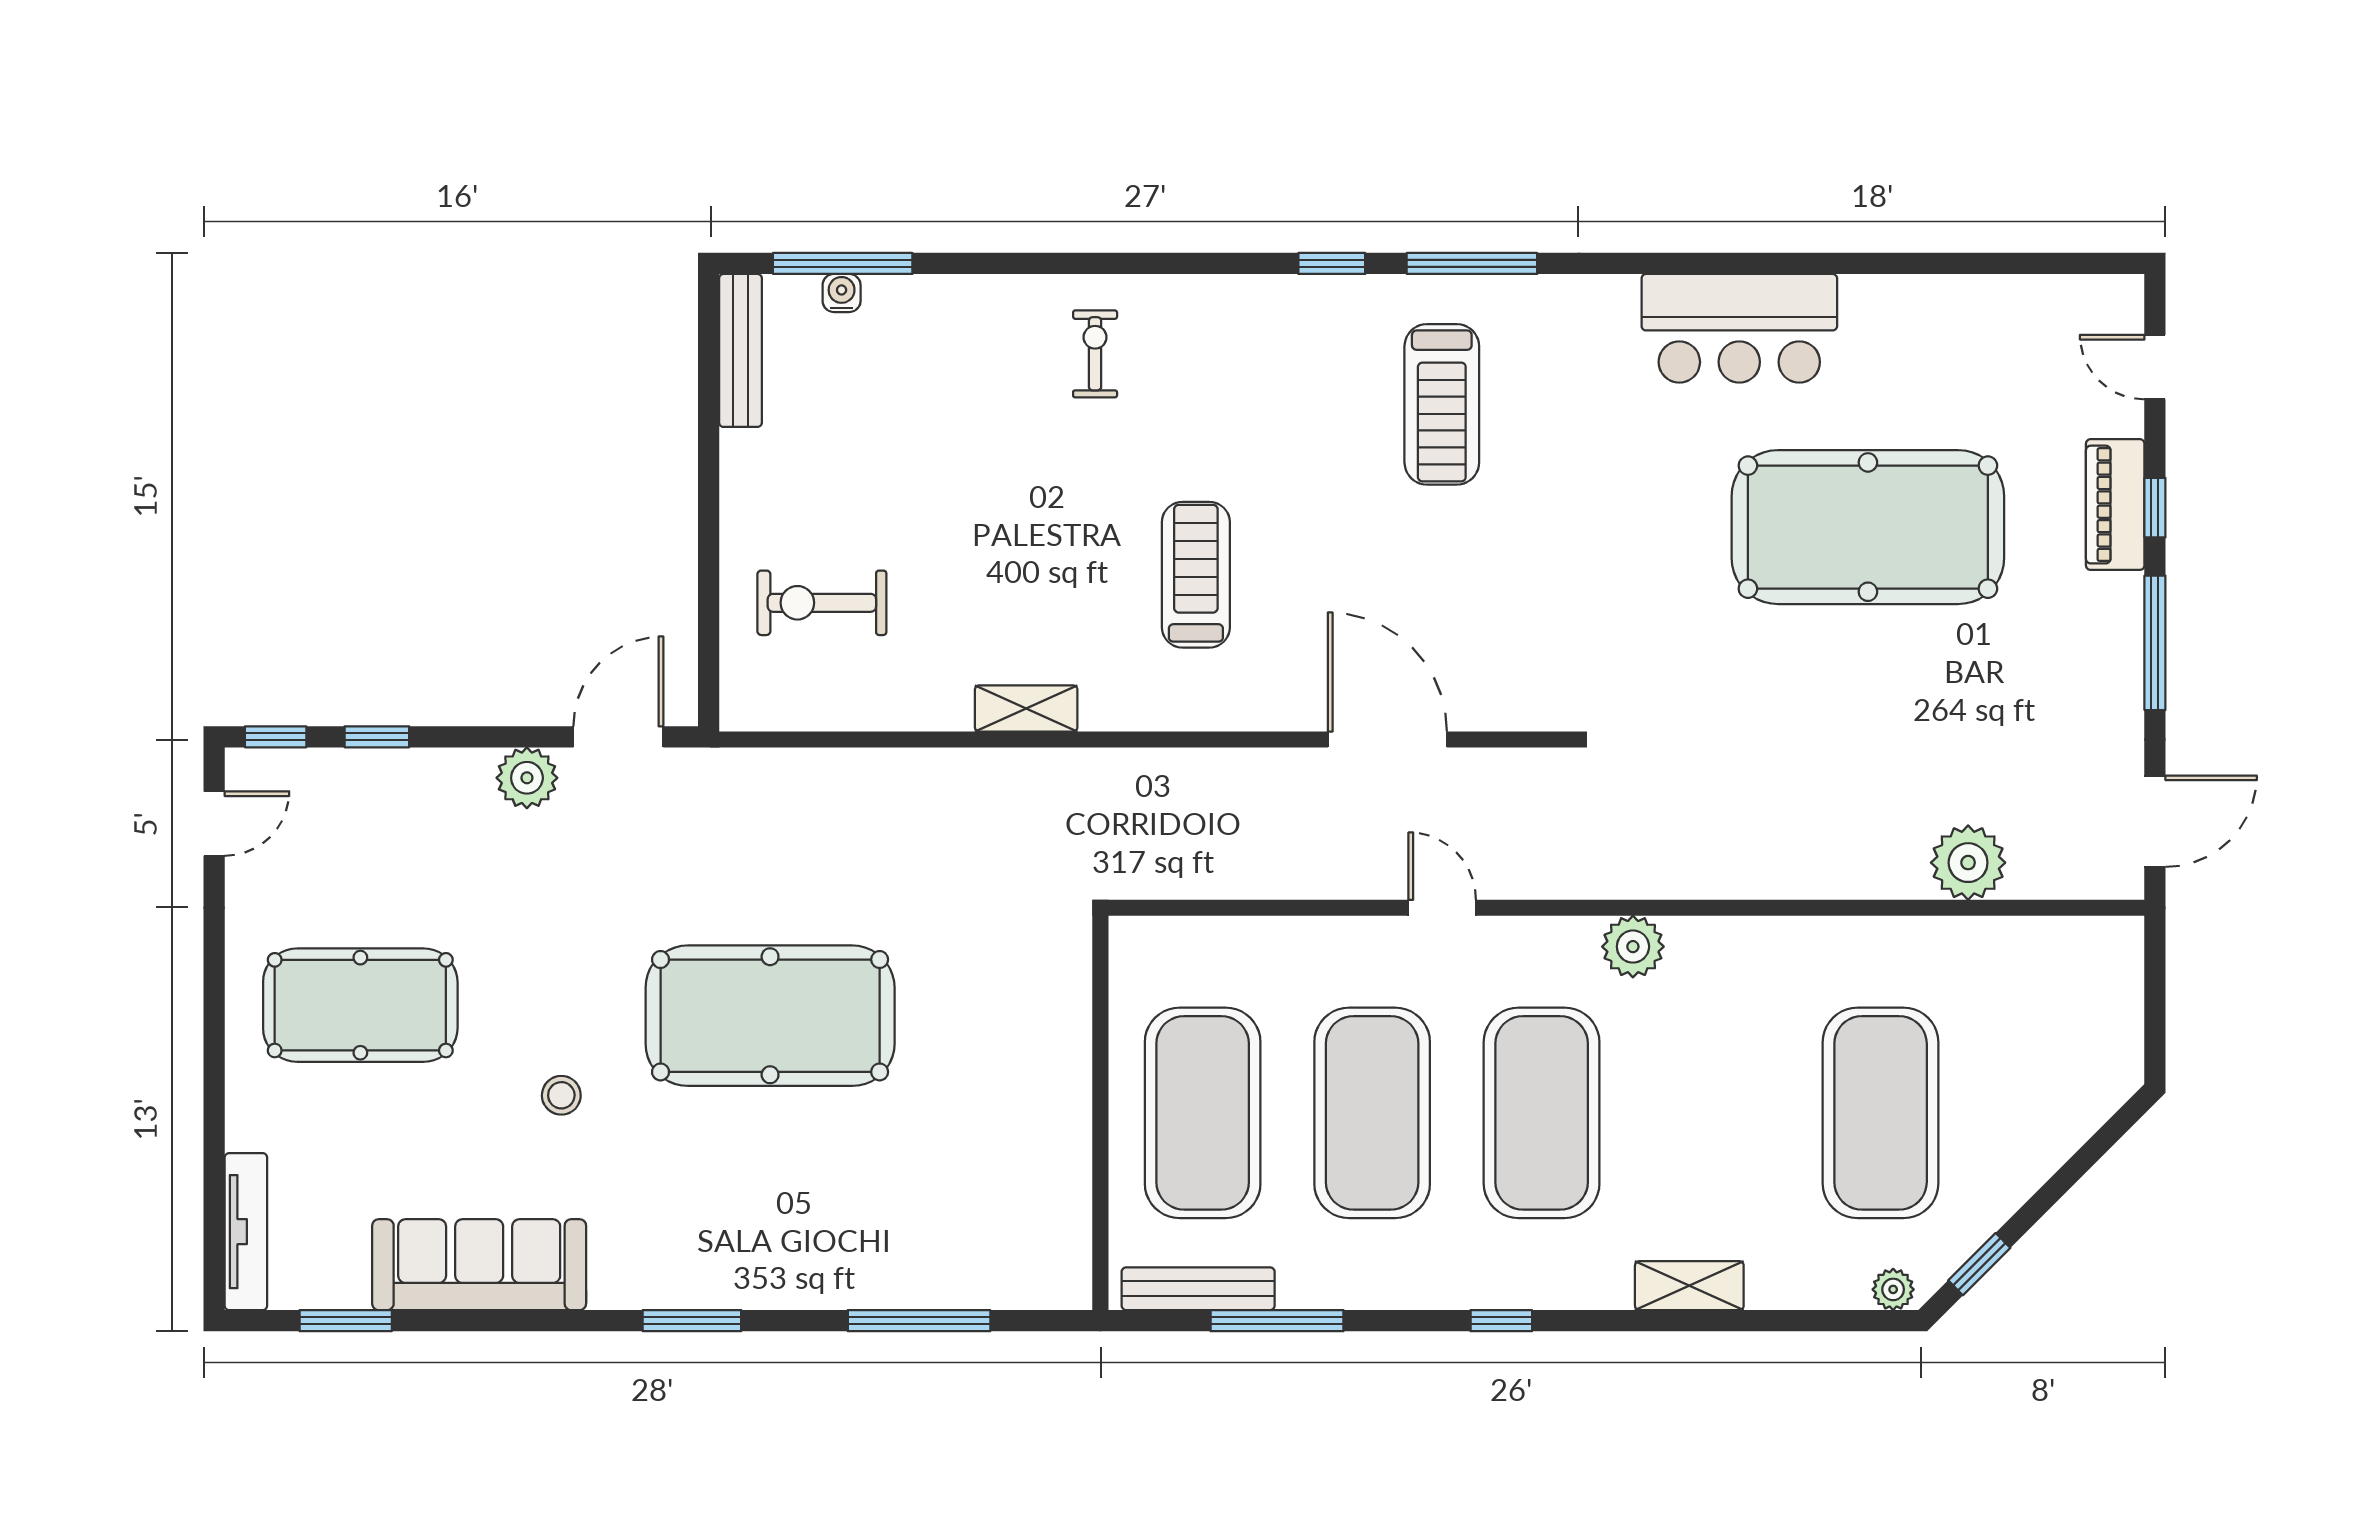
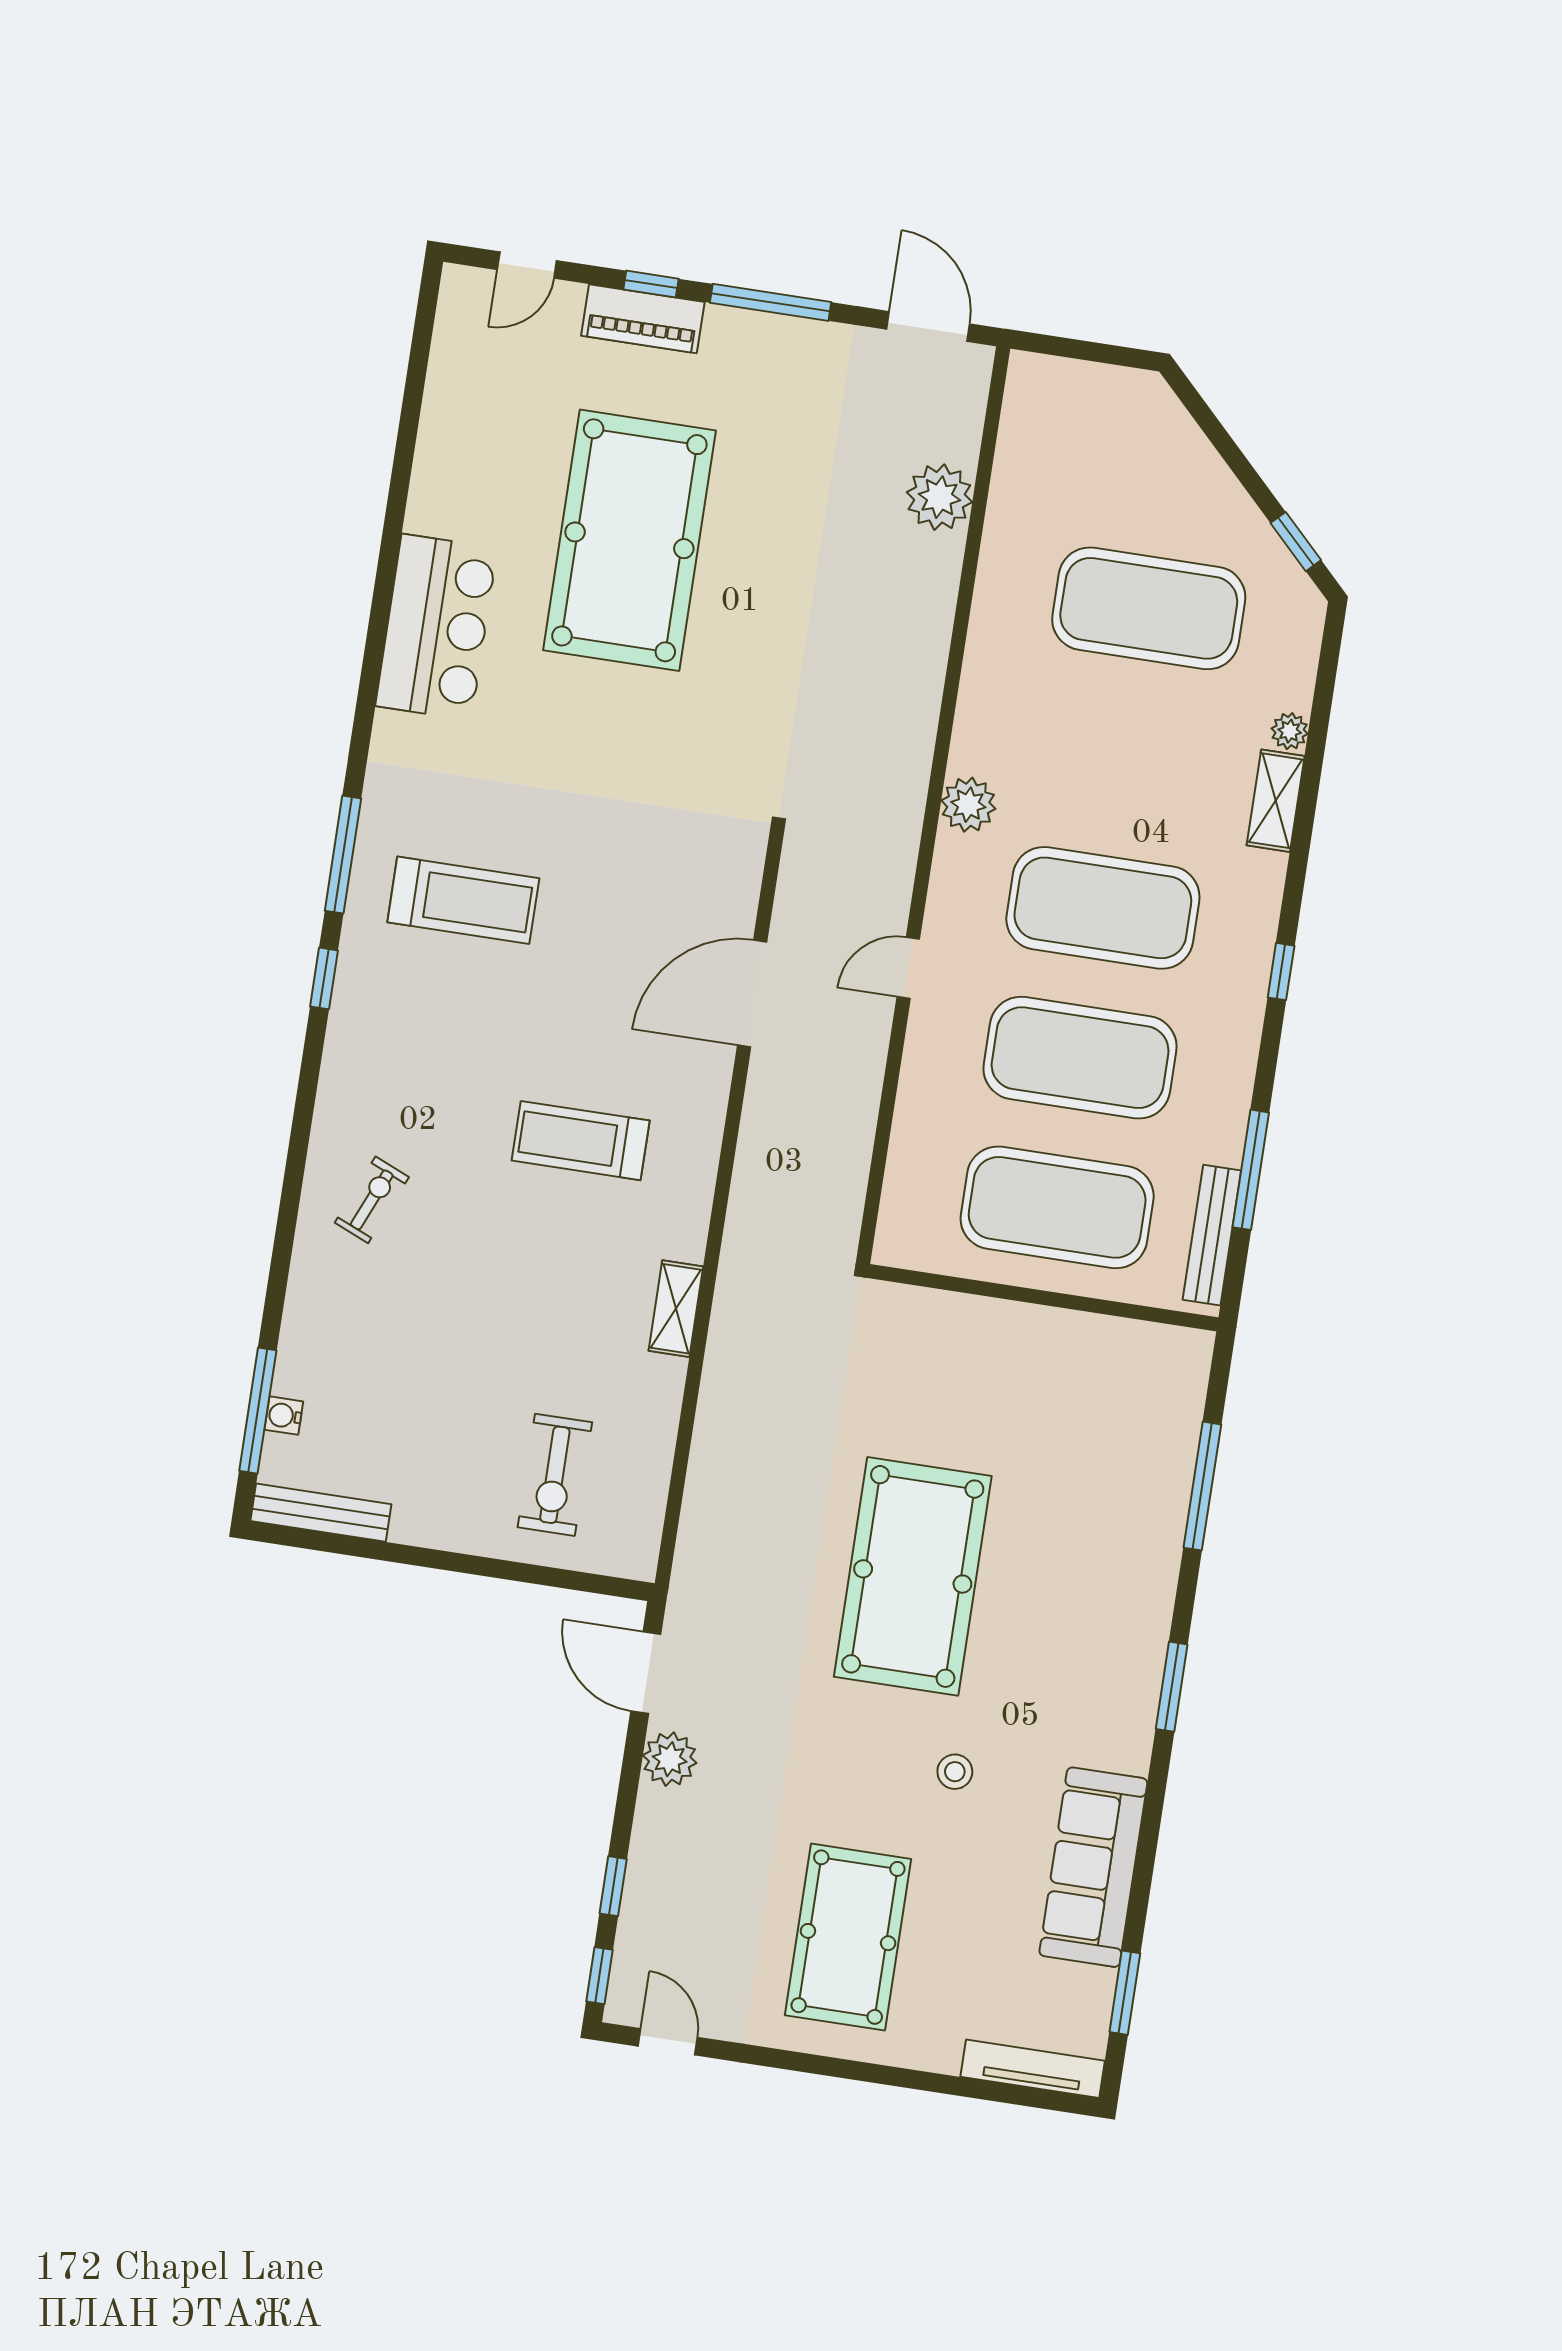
exercise bike: (1095, 354) -> (372, 1200), turned 113
plant: (1893, 1289) -> (1290, 731), moved

